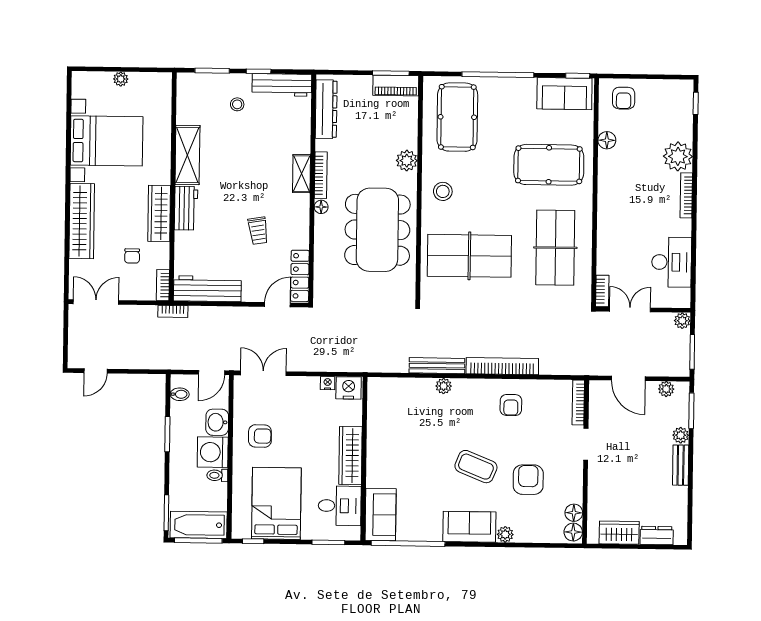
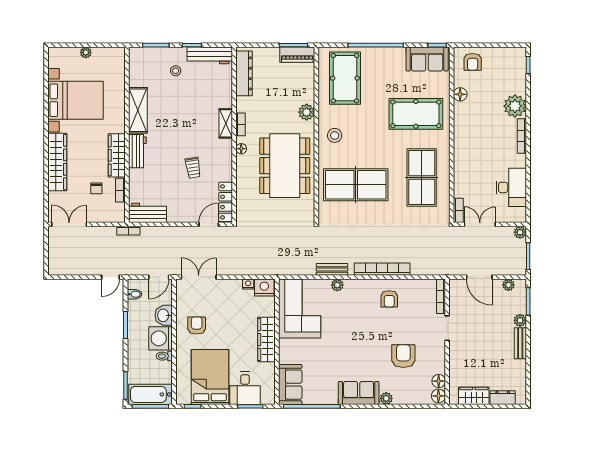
bookcase: (321, 175) -> (241, 124), width x0.64
bookcase: (163, 285) -> (120, 190), moved
workbench: (207, 289) -> (148, 213), width x0.73
bench: (437, 366) -> (332, 269), width x0.73
door: (96, 371) -> (110, 277), moved
corner sofa: (394, 416) -> (300, 308), added
armchair: (260, 436) -> (197, 325), turned -90
coffee table: (476, 467) -> (363, 347), removed
desk: (340, 506) -> (245, 388), moved, turned 90

